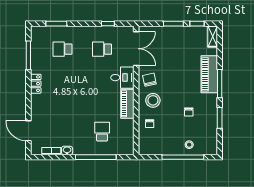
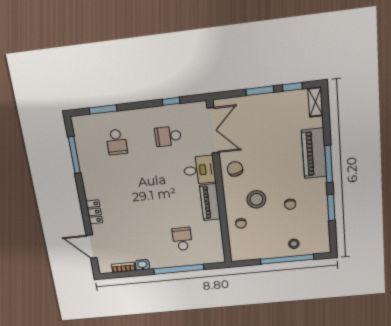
school desk: (62, 49) -> (117, 142), turned -90
locker: (36, 84) -> (94, 212), moved
stool: (153, 100) -> (256, 199), moved

